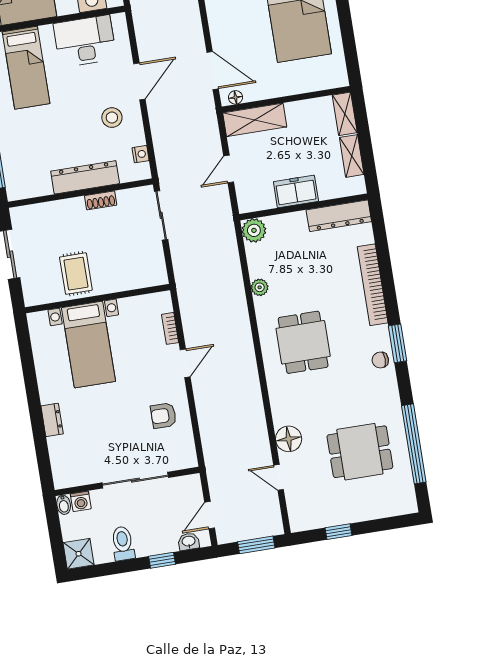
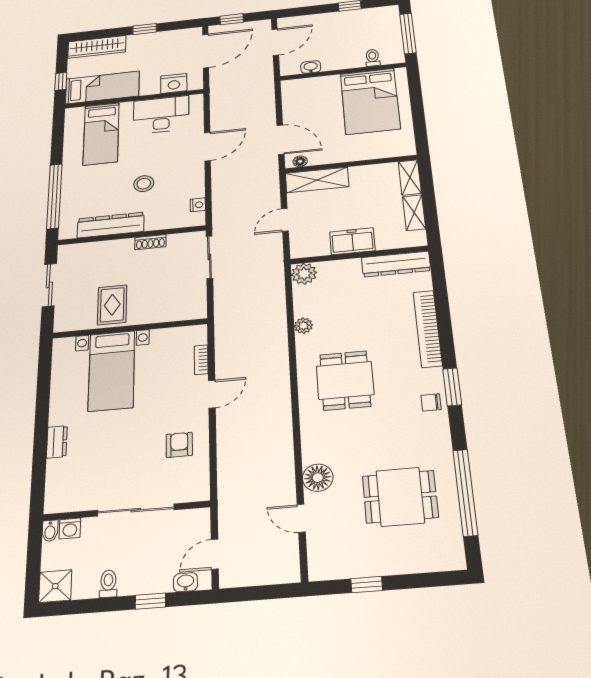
stool: (112, 118) -> (144, 184), moved
dresser: (85, 177) -> (111, 225), moved
armchair: (163, 416) -> (179, 445), turned 90
toilet: (123, 543) -> (108, 584), width x0.73, depth x0.72
window: (256, 545) -> (265, 592), removed

